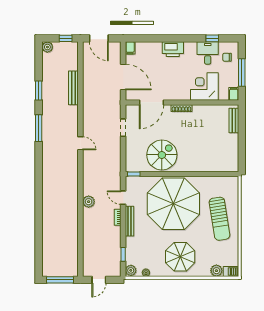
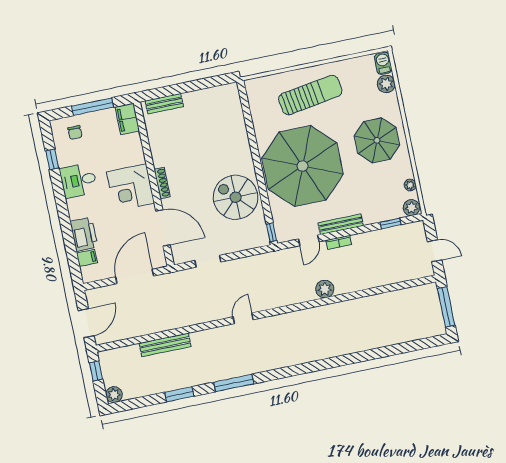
filing cabinet: (130, 48) -> (87, 258), moved
printer: (173, 49) -> (84, 234), moved
desk: (208, 53) -> (78, 180), moved
corner desk: (204, 87) -> (131, 188), moved
filing cabinet: (234, 94) -> (127, 119), width x2.00

